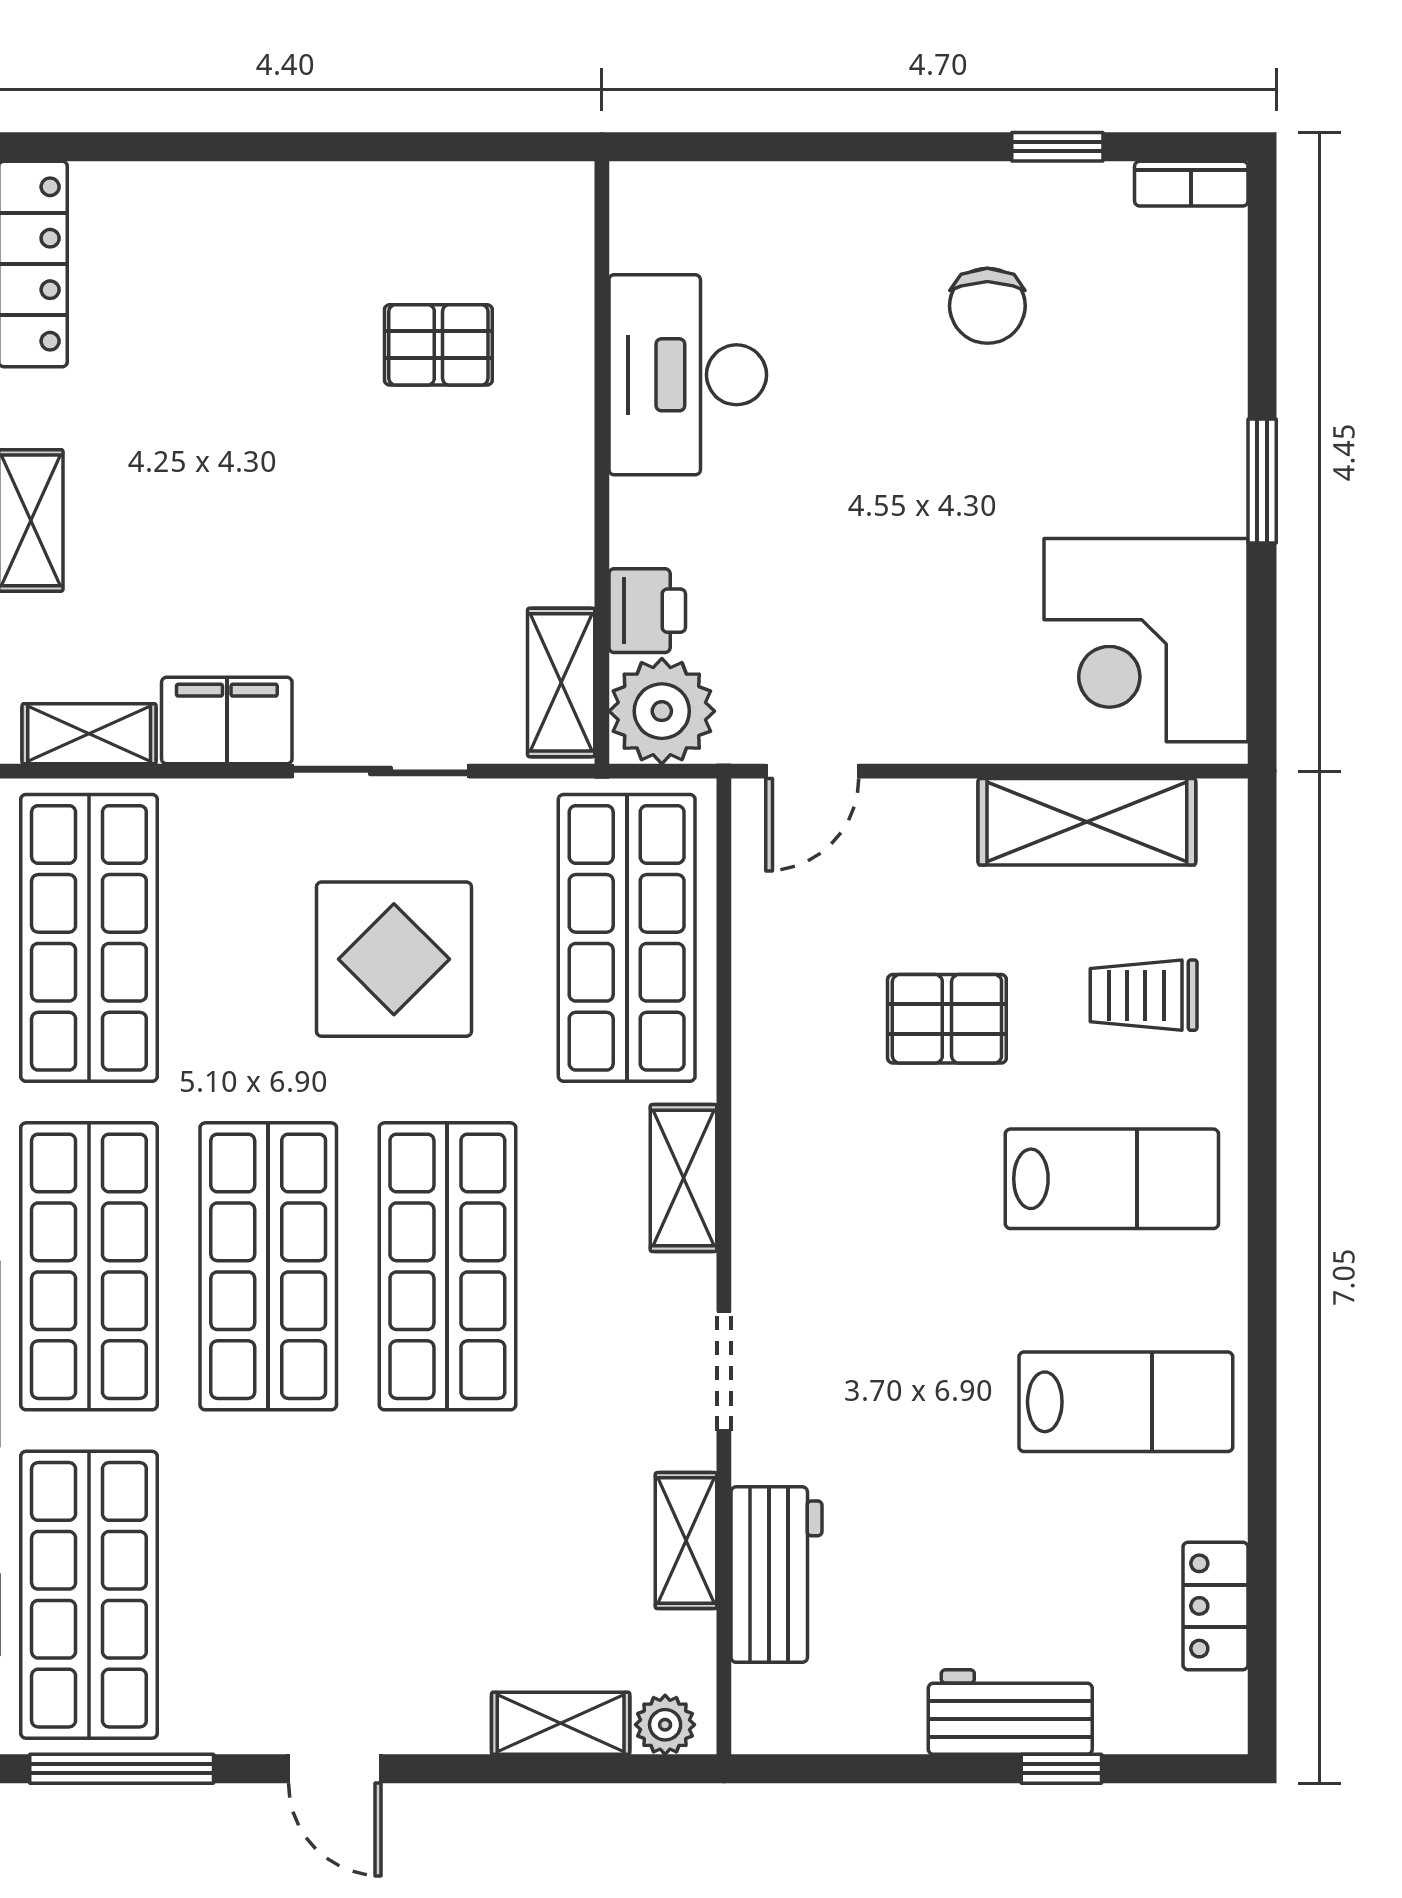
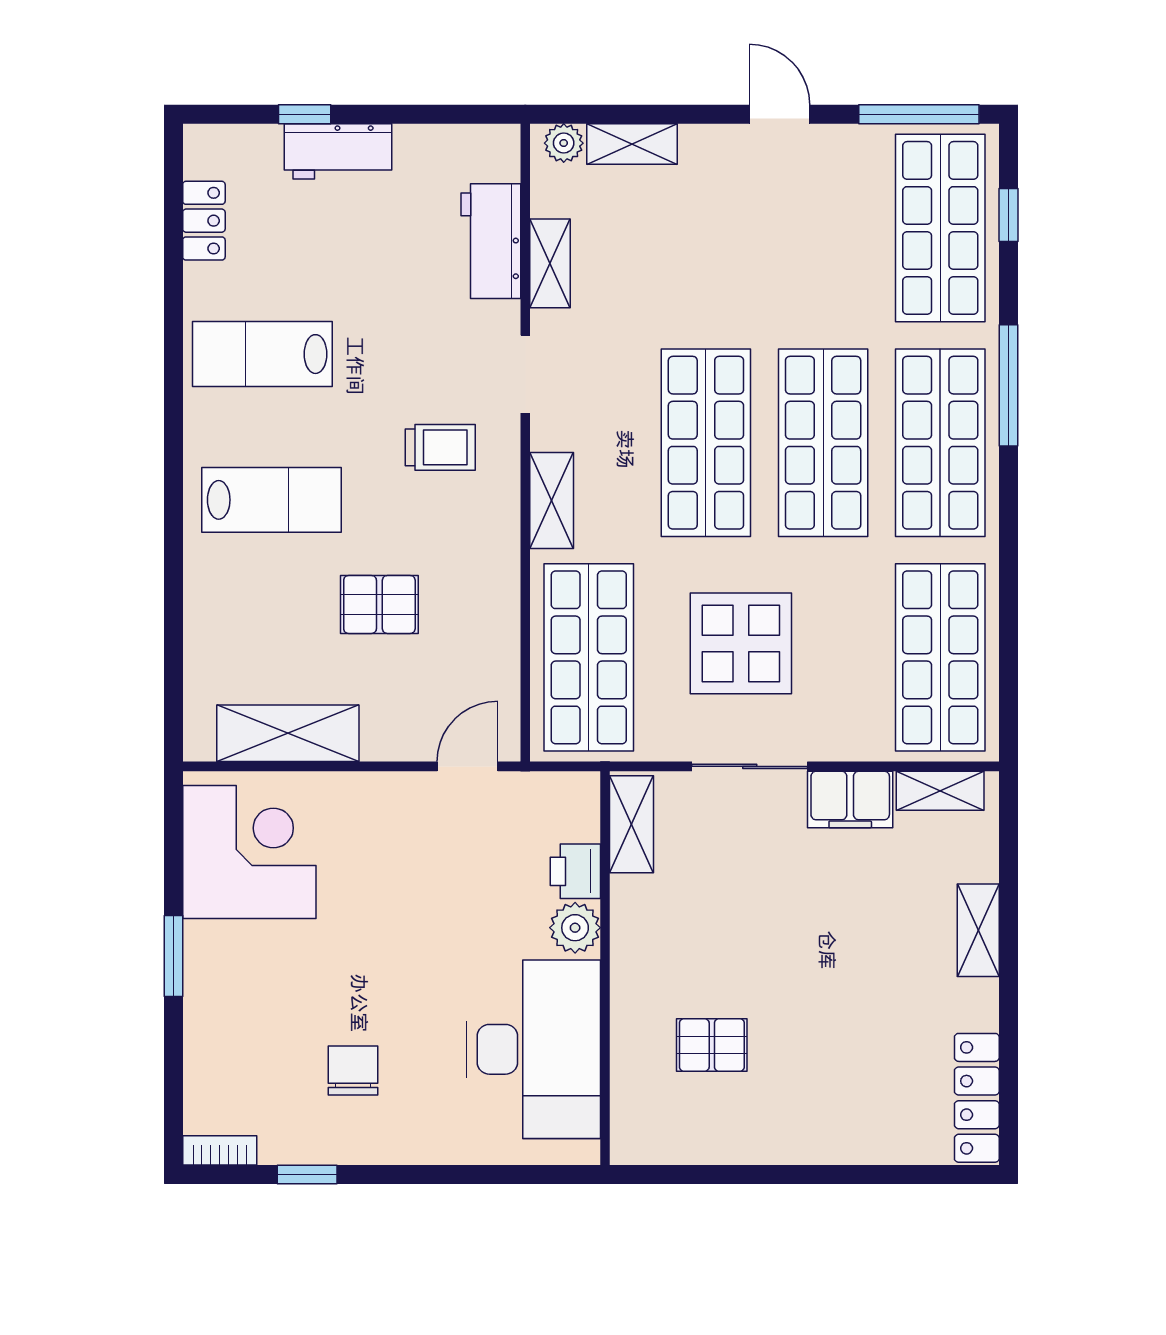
desk: (688, 375) -> (533, 1049), width x1.36, depth x1.30
plant: (662, 711) -> (575, 928), moved, width x0.73, depth x0.73
trolley: (1144, 995) -> (440, 447), moved
lab bench: (1112, 1179) -> (272, 500), turned 180

